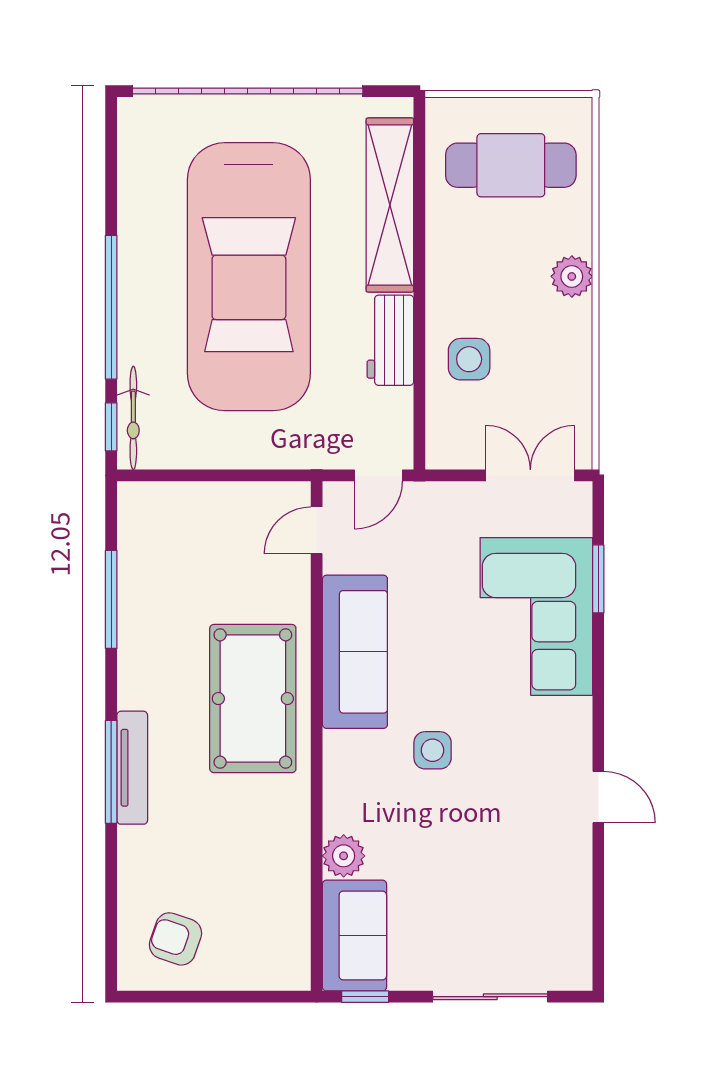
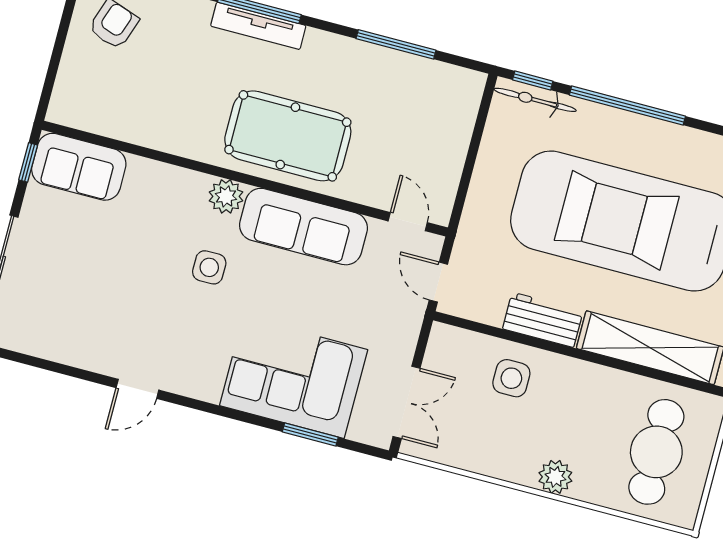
plant: (344, 856) -> (226, 196), moved

